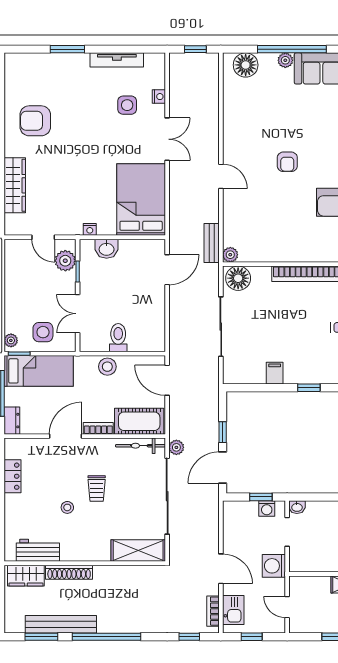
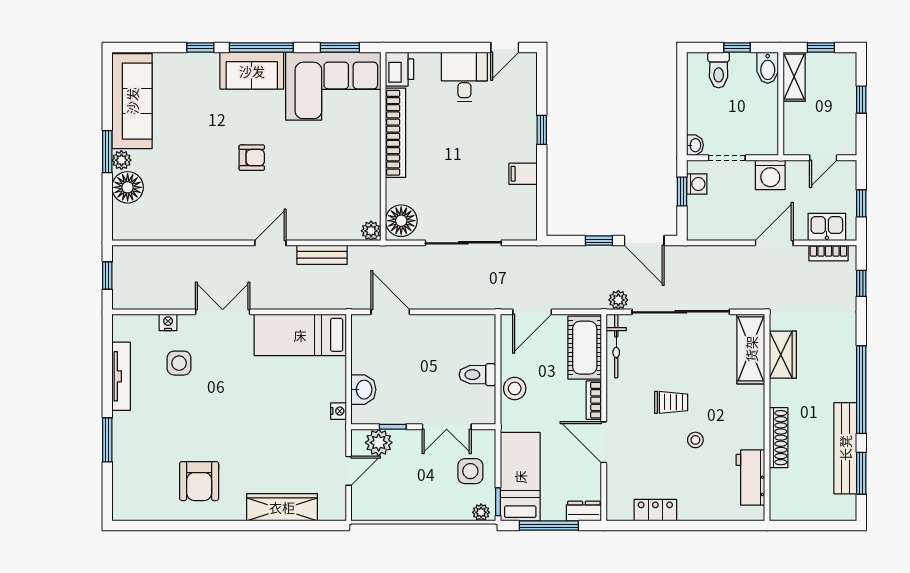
window: (292, 49) -> (107, 152), width x0.47
floor lamp: (246, 65) -> (128, 187), moved
bed: (141, 200) -> (300, 335), width x0.67
bench: (212, 243) -> (322, 255), moved
wardrobe: (26, 576) -> (783, 355), moved

